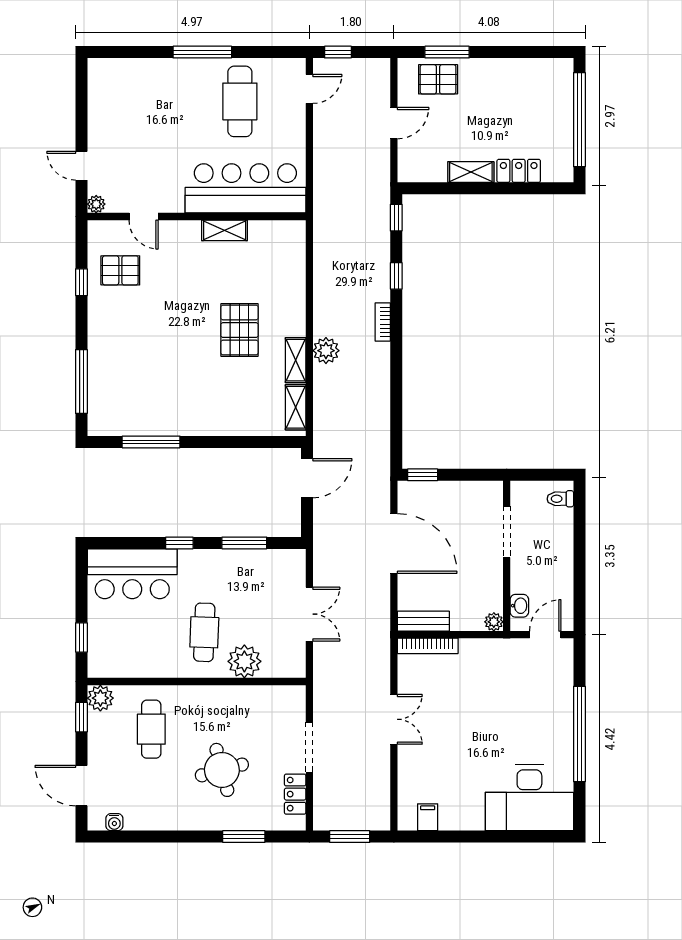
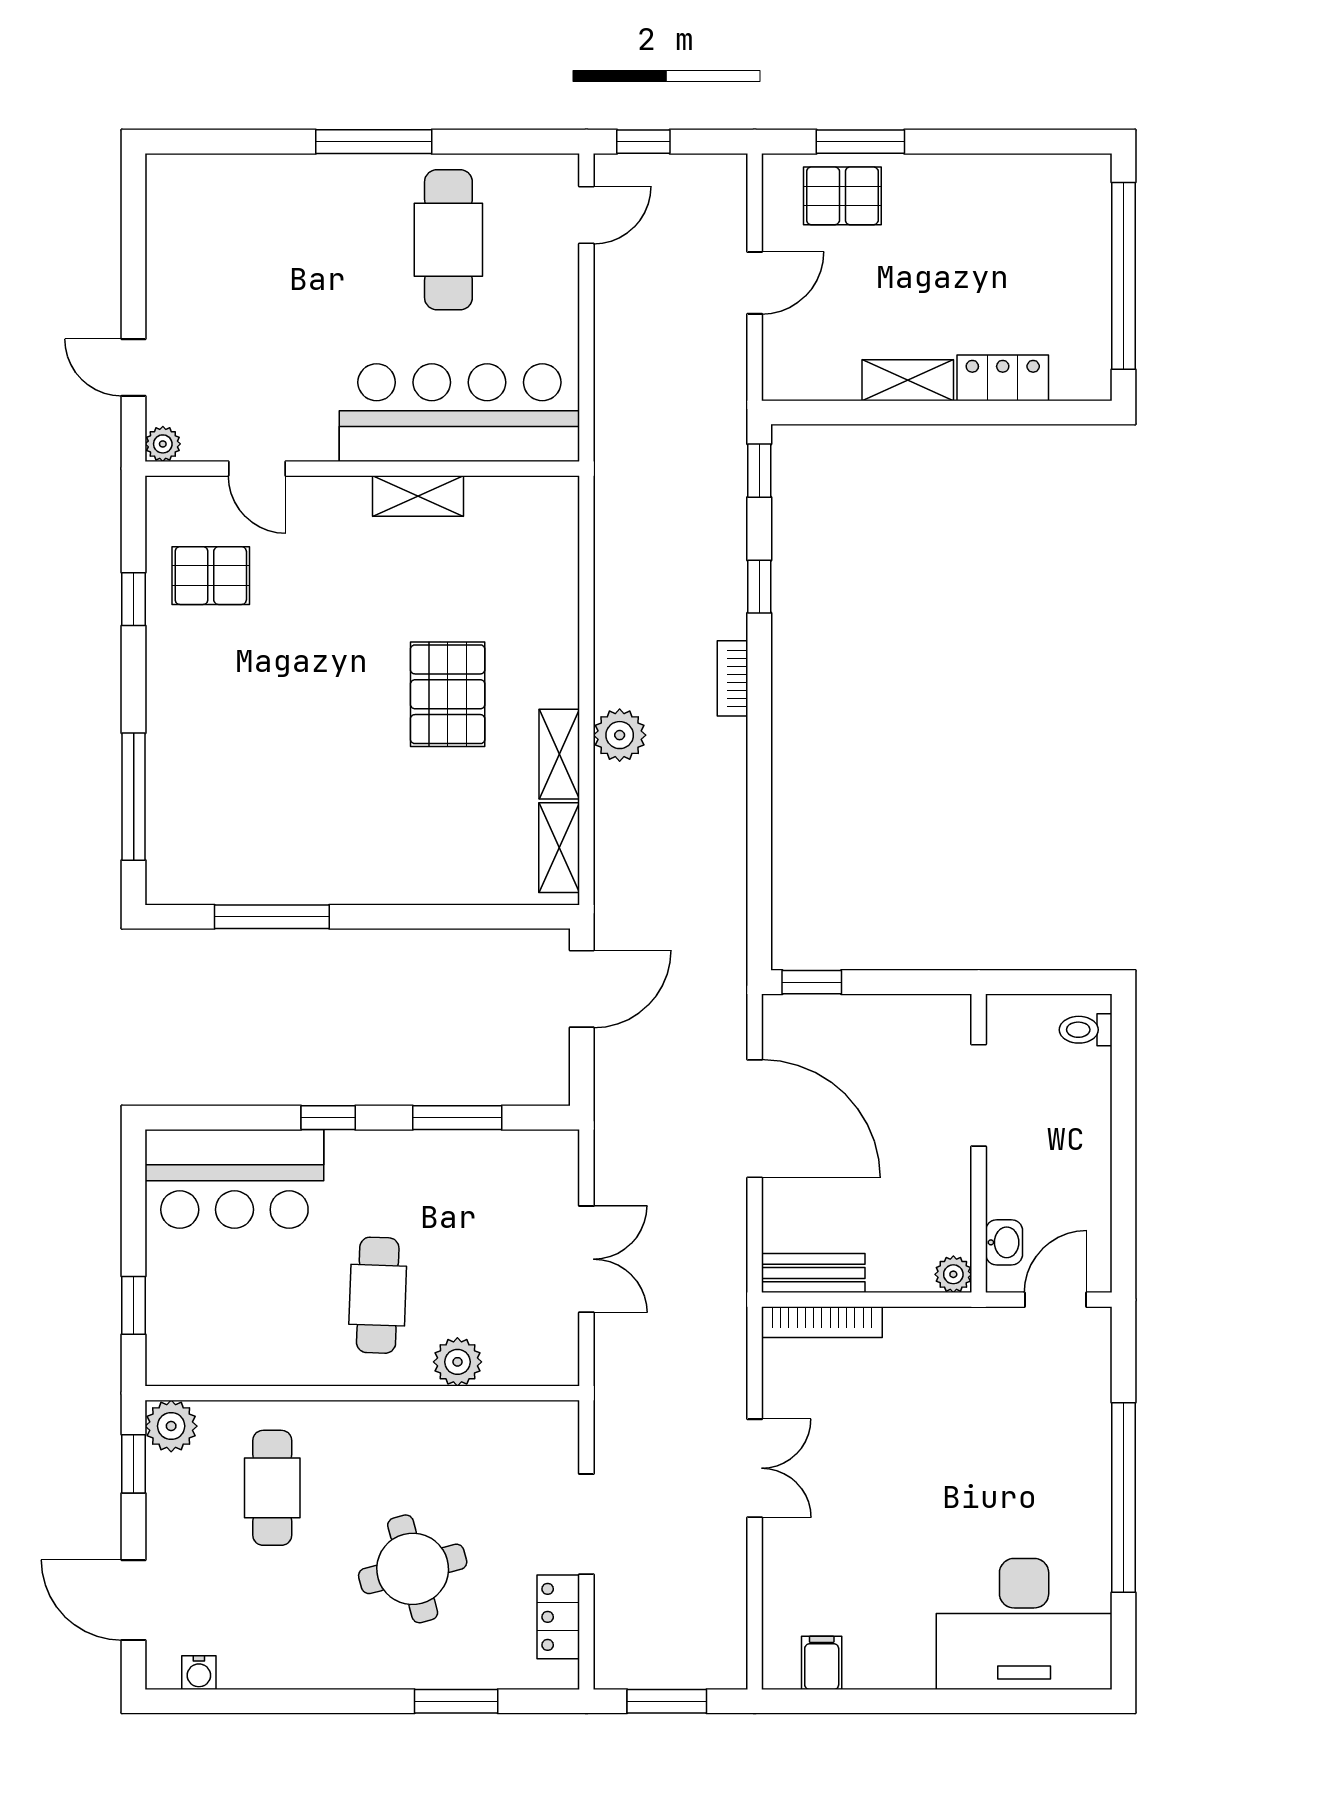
plant: (244, 661) -> (457, 1362), width x0.73, depth x0.73

